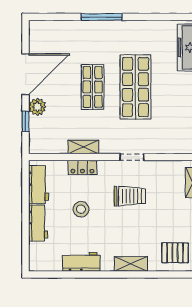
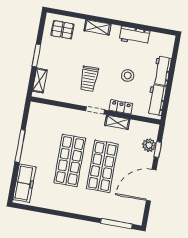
window: (102, 17) -> (116, 224), moved
shop shelf: (93, 87) -> (102, 166), width x1.43, depth x1.36
plant: (37, 107) -> (149, 145), moved
doorway: (132, 157) -> (95, 110), moved
trolley: (130, 196) -> (89, 79), turned -90

